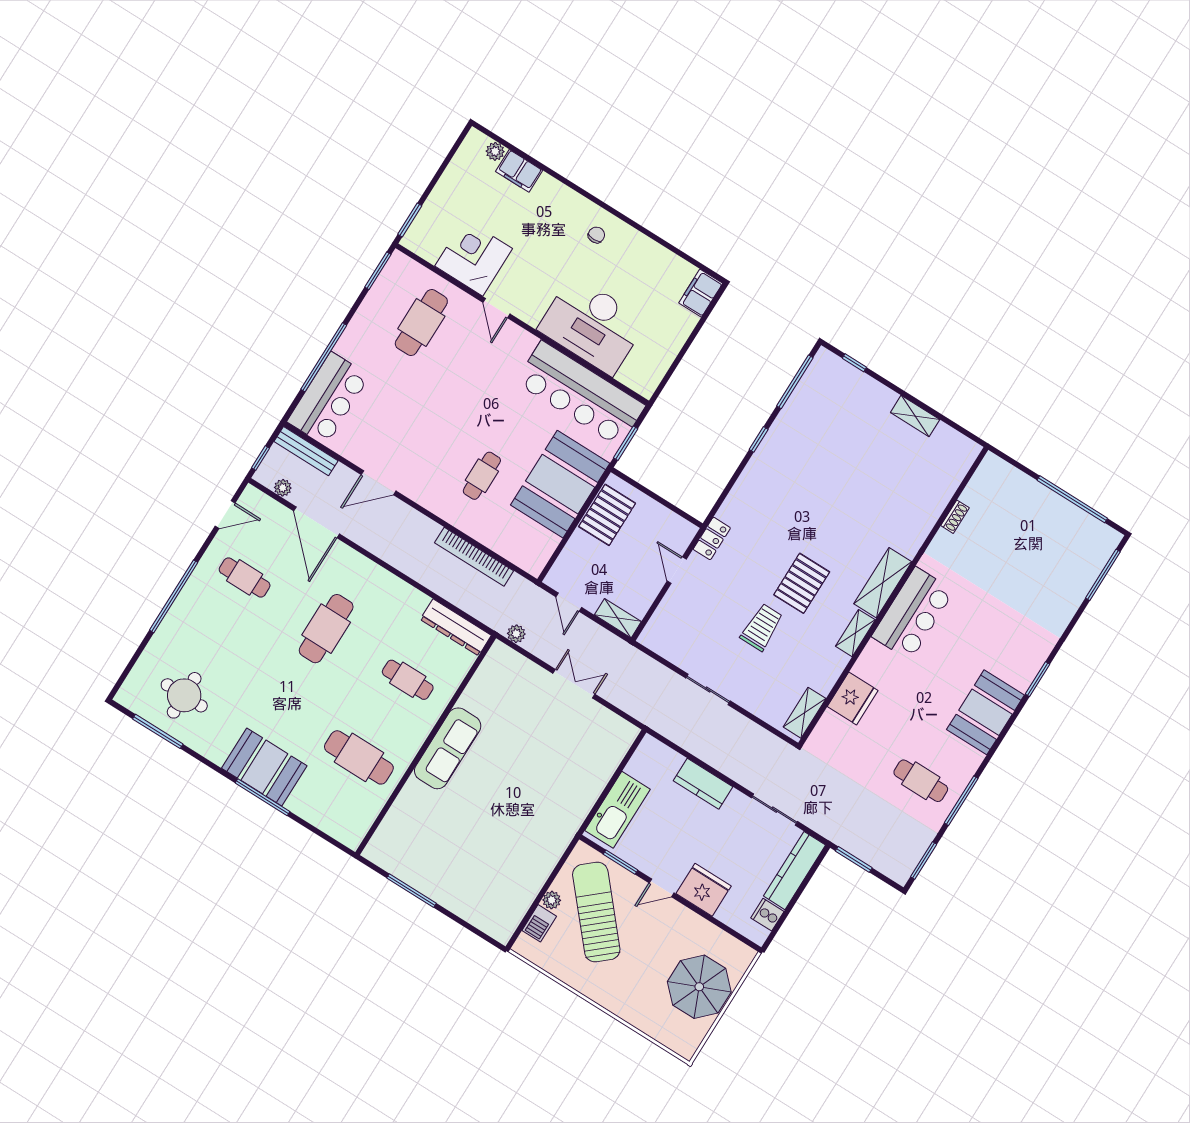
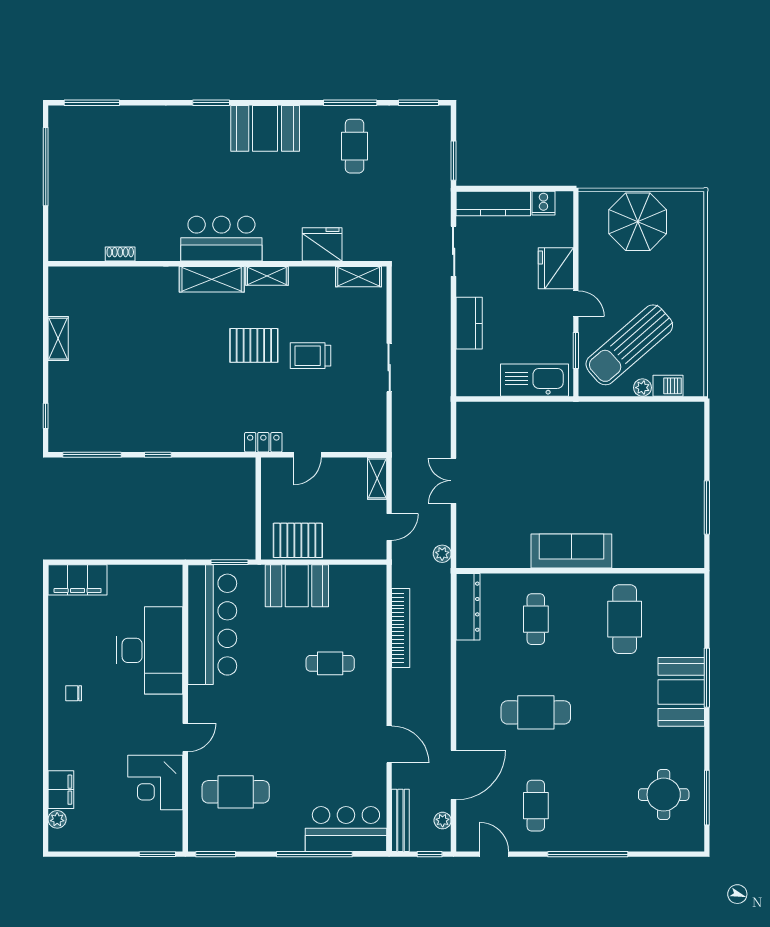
filing cabinet: (701, 293) -> (78, 580), width x1.50, depth x1.17
booth: (560, 484) -> (297, 586), width x0.73, depth x0.70

